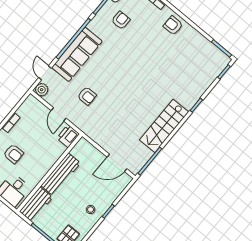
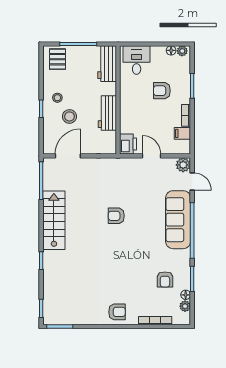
armchair: (87, 96) -> (116, 216), moved
filing cabinet: (24, 112) -> (182, 133), added
workbench: (61, 174) -> (107, 113), width x0.73
stool: (93, 189) -> (69, 116), added

